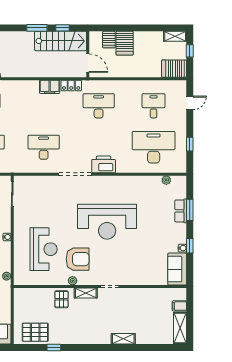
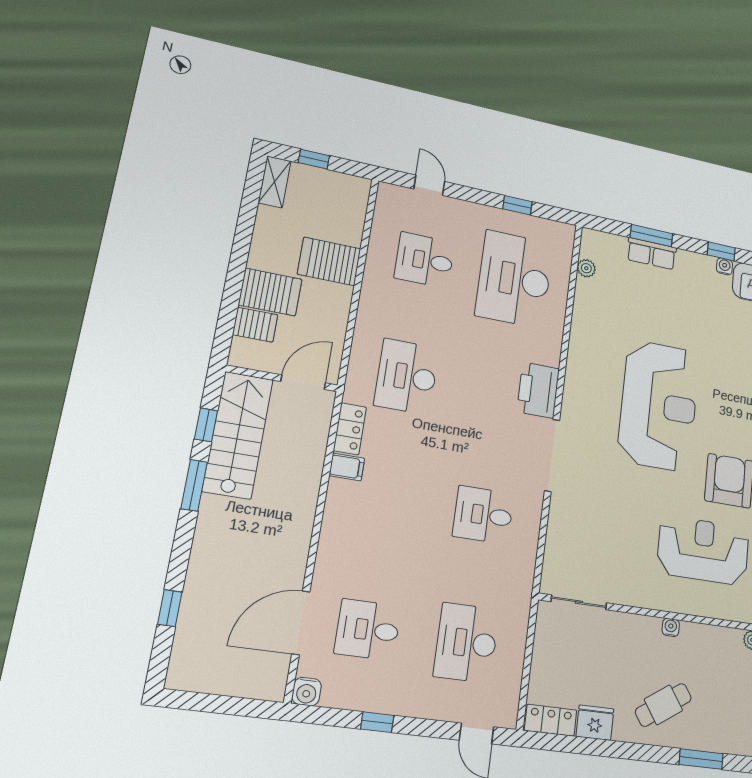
server rack: (174, 69) -> (329, 261), moved, turned 90
filing cabinet: (50, 87) -> (347, 467), width x0.50
desk: (44, 147) -> (483, 515), width x0.73

